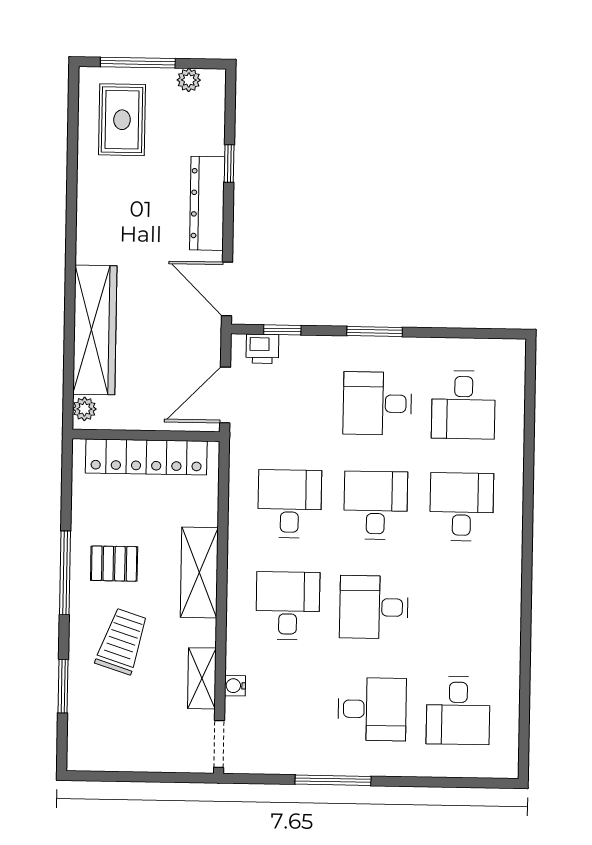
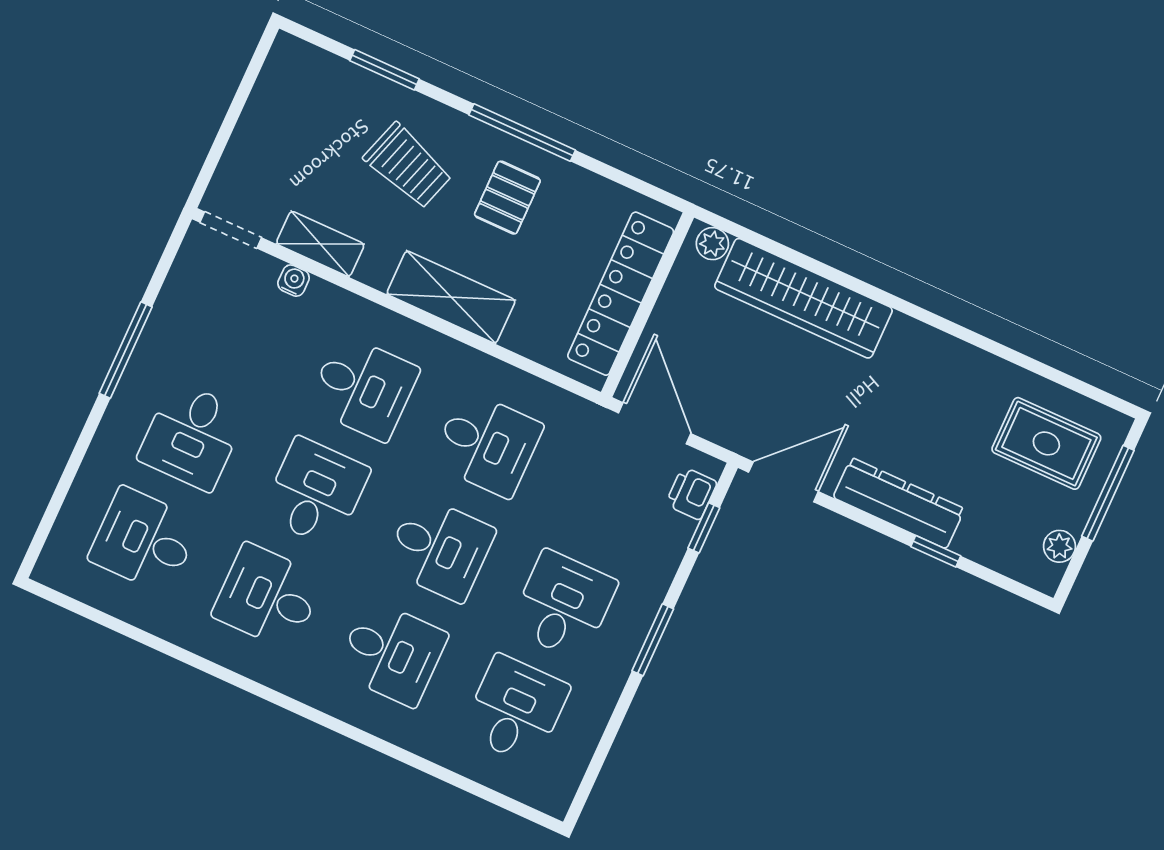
desk: (463, 405) -> (516, 710), turned 90
desk: (460, 609) -> (268, 597), added

